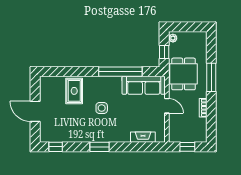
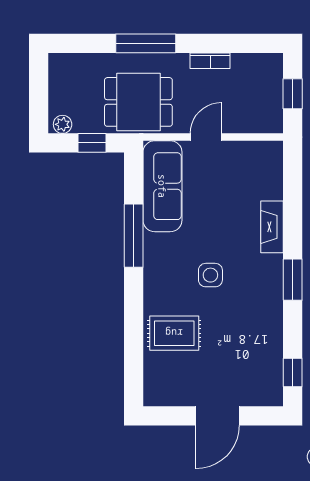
window: (120, 72) -> (134, 236), width x0.68
fireplace: (143, 137) -> (272, 227), moved

